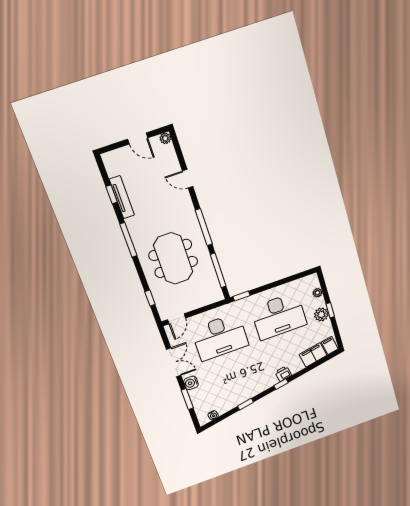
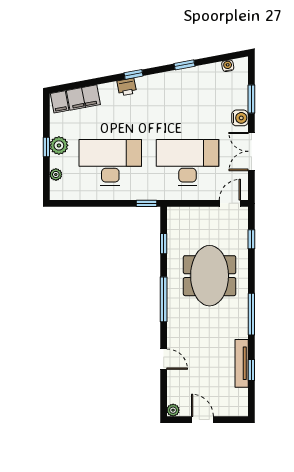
window: (218, 270) -> (164, 244), width x0.46

